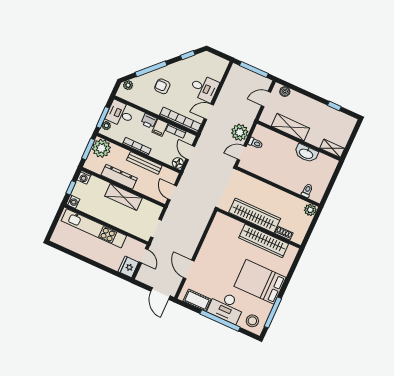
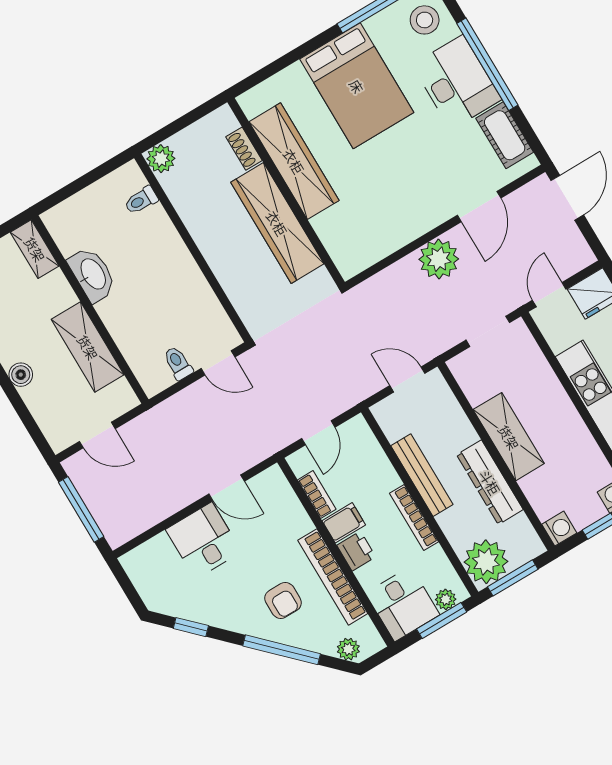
boiler: (285, 92) -> (21, 375), moved
bookcase: (180, 120) -> (333, 577), moved
plant: (240, 132) -> (439, 259), moved
floor lamp: (178, 163) -> (357, 430), removed
door: (172, 192) -> (407, 379), swing flipped

